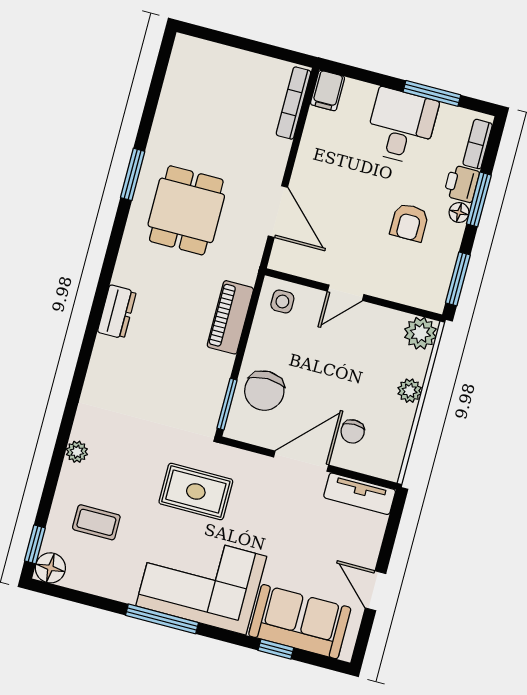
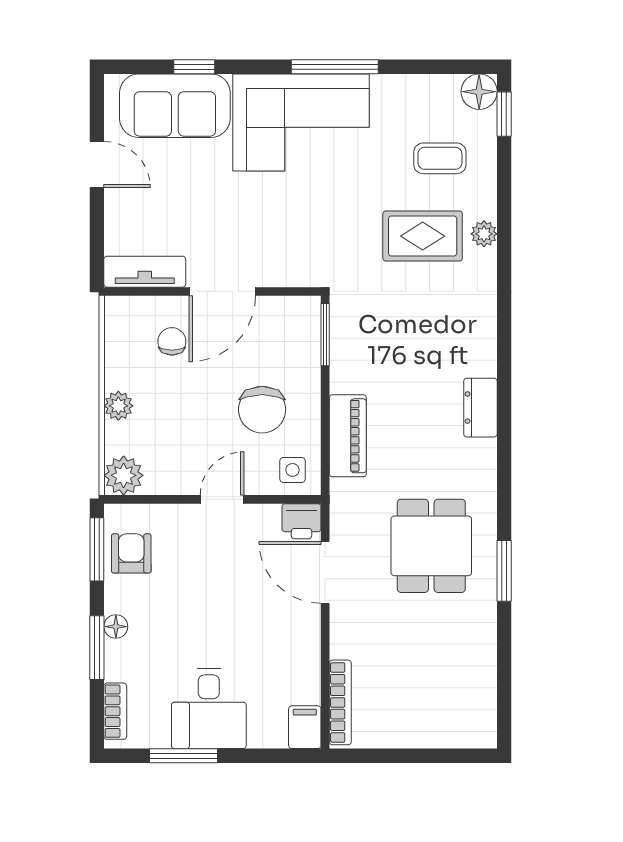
printer: (462, 184) -> (301, 521), moved, turned 90
armchair: (409, 222) -> (131, 553), moved
chair: (264, 391) -> (262, 410), moved, turned 180
rug: (196, 491) -> (423, 236), moved

